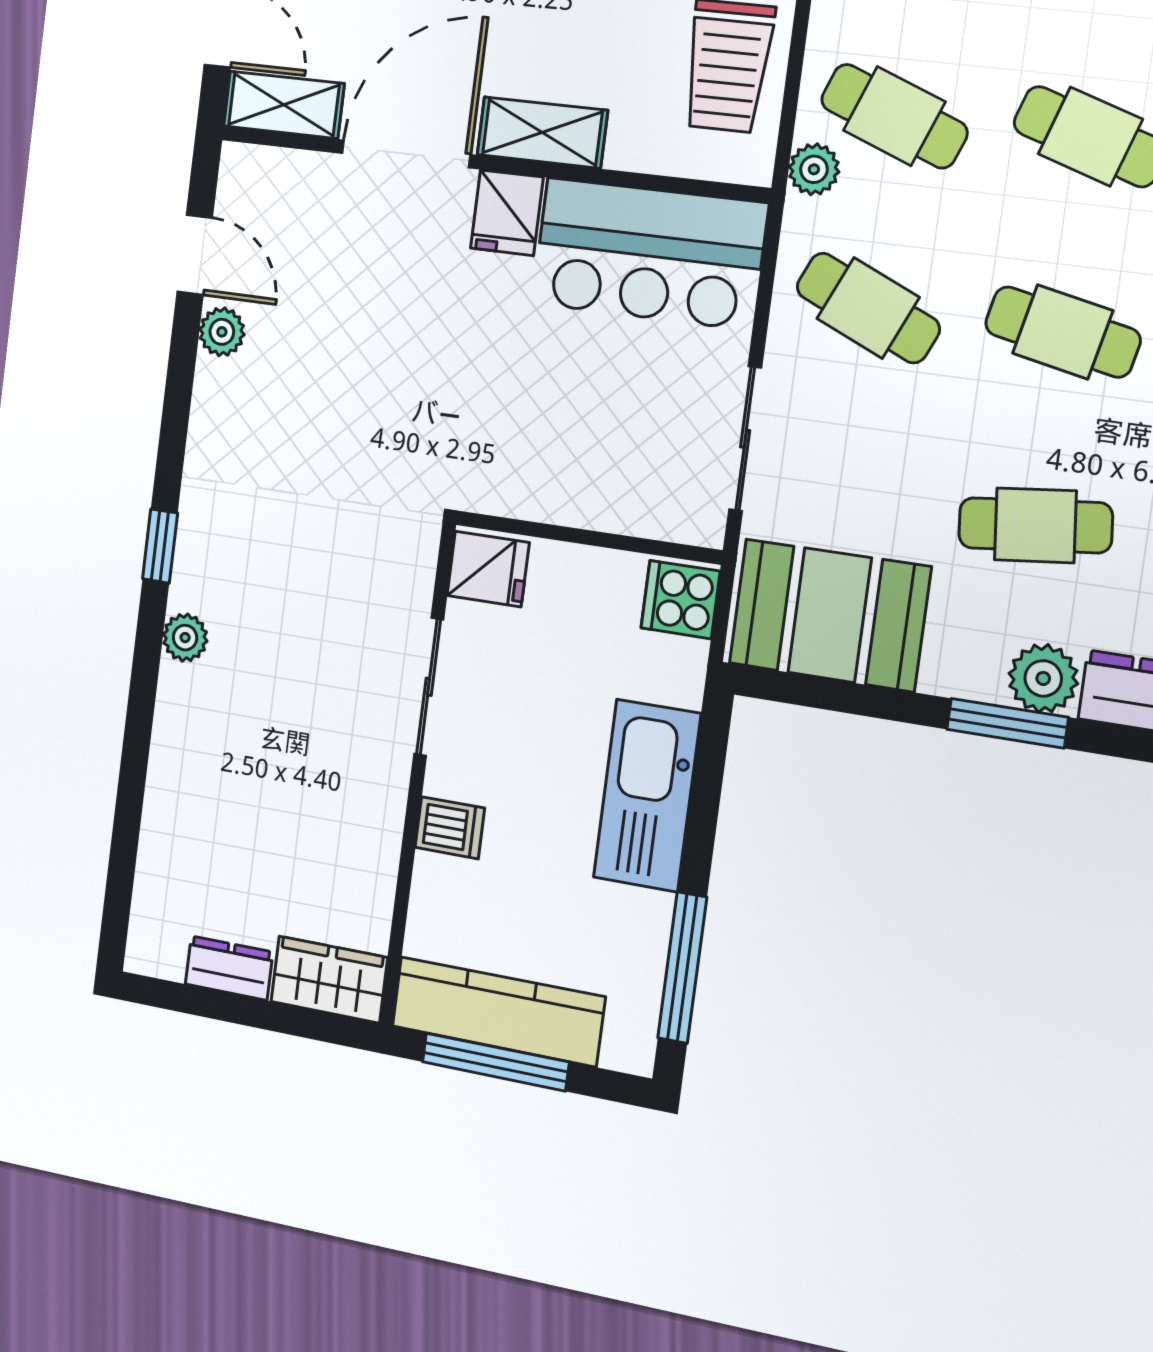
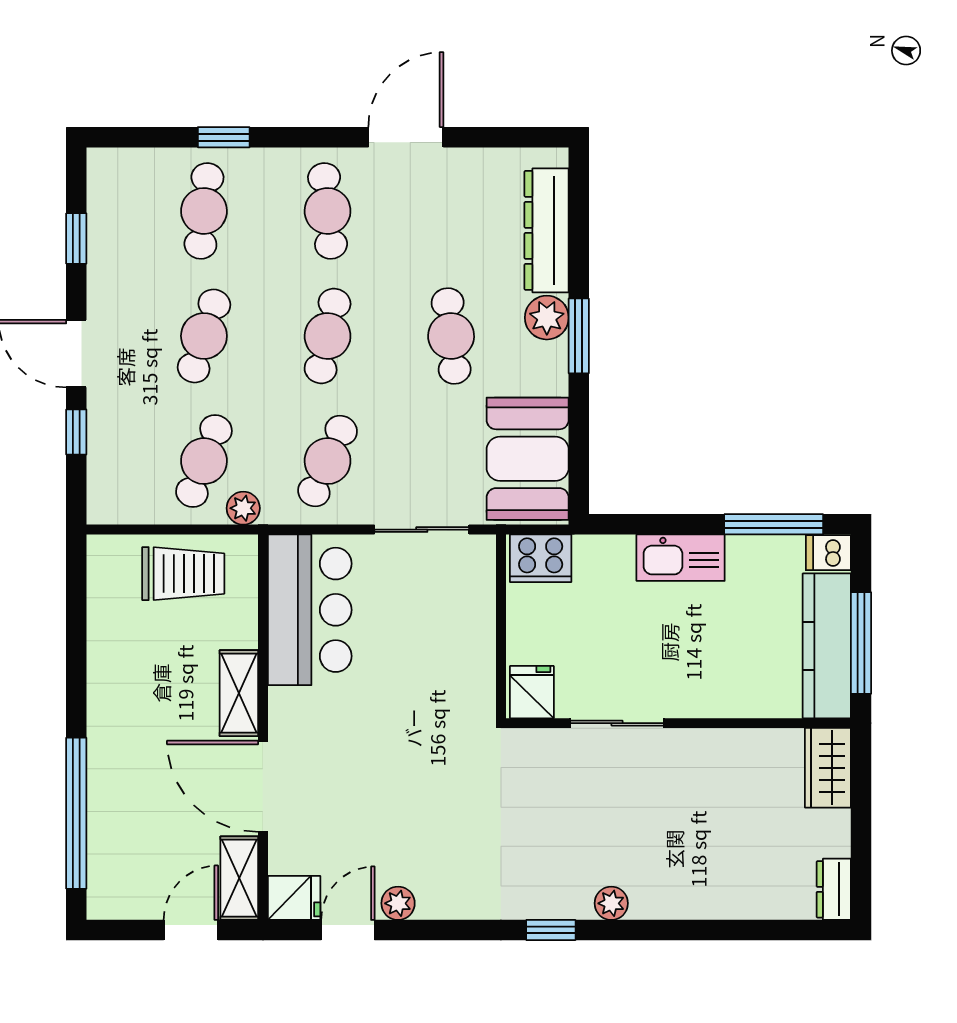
fridge: (507, 213) -> (294, 898), moved
cooker: (681, 600) -> (541, 558), width x1.36
kitchen sink: (647, 796) -> (681, 558), width x0.73, depth x0.81
dishwasher: (450, 828) -> (828, 553), moved, turned -90
dresser: (229, 968) -> (834, 889), moved

